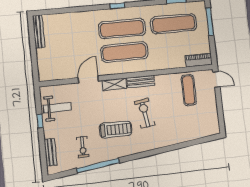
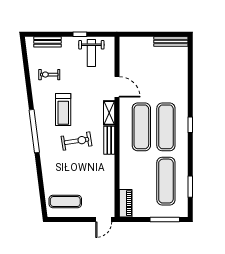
exercise mat: (189, 90) -> (65, 201), moved
window: (98, 166) -> (34, 131), moved

